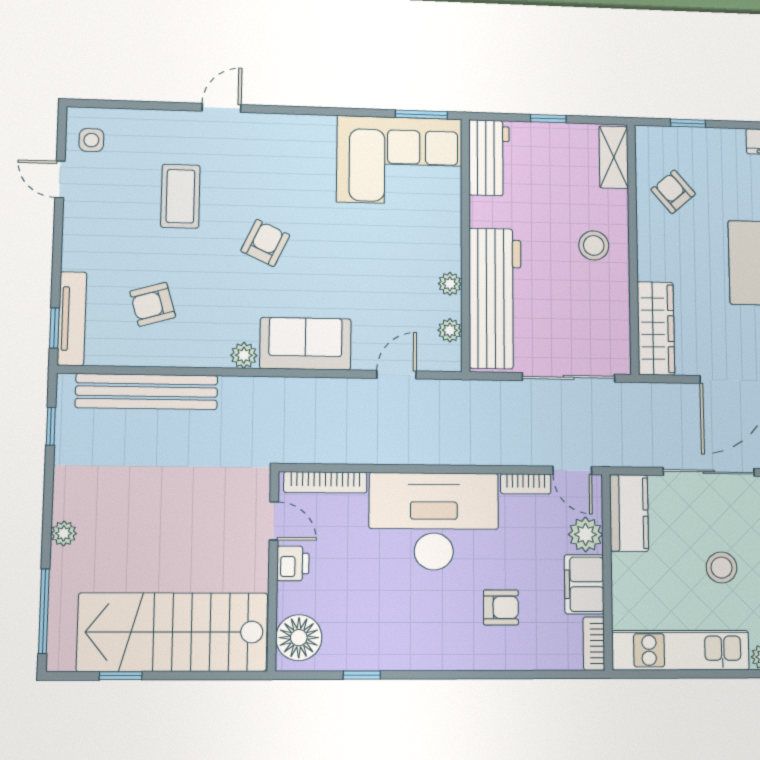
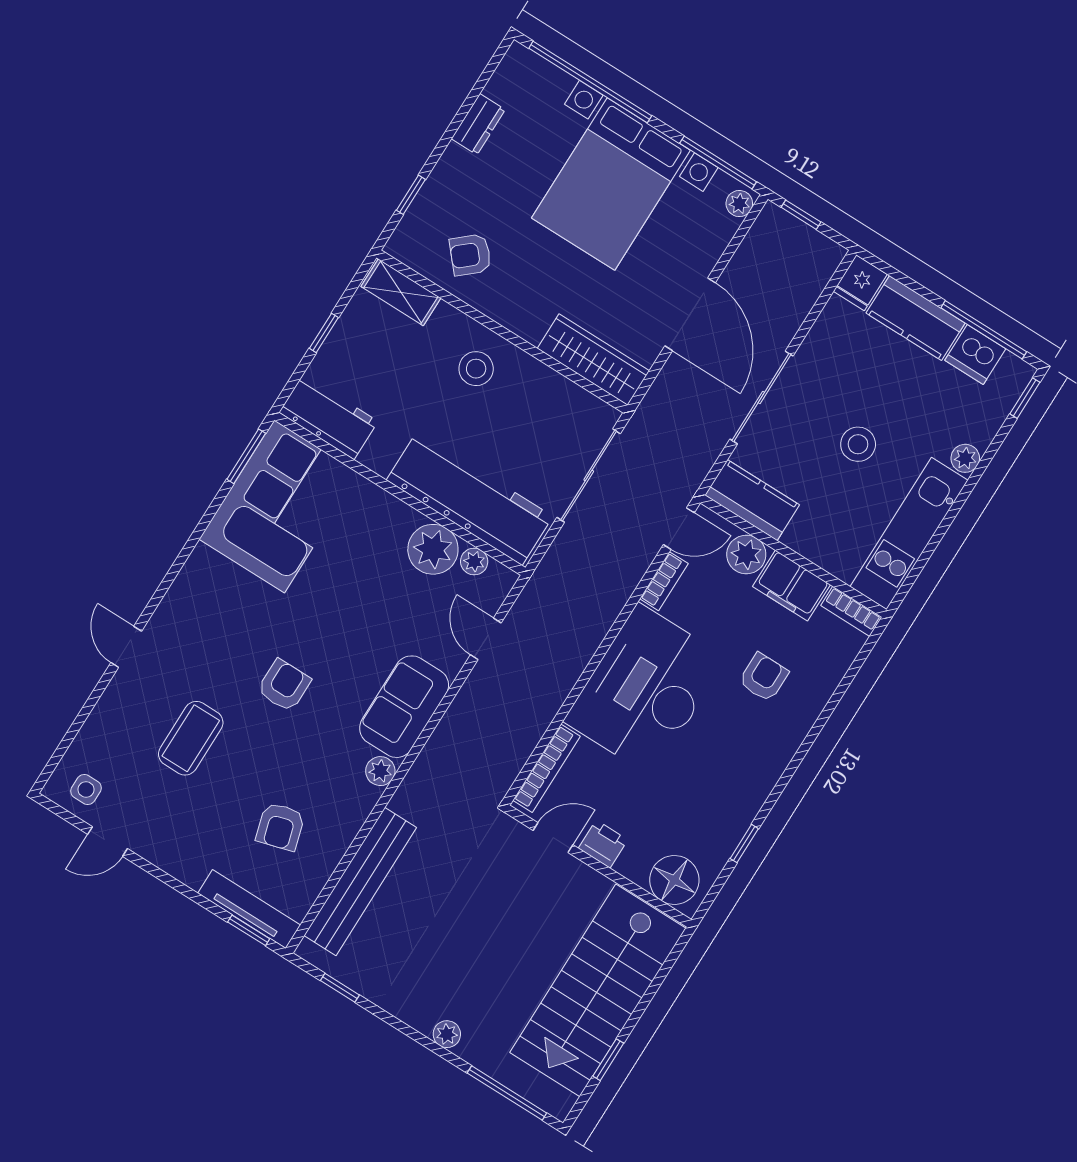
coffee table: (180, 196) -> (191, 738), turned 90
armchair: (265, 243) -> (284, 685), turned 65
plant: (450, 284) -> (433, 549), width x1.88, depth x1.88

